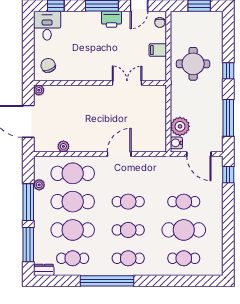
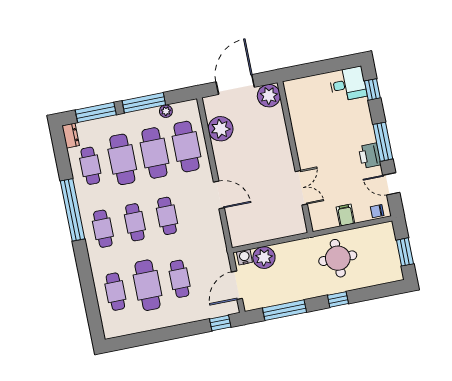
chair: (48, 65) -> (303, 94), removed
plant: (39, 90) -> (269, 96), width x1.88, depth x1.88
plant: (63, 146) -> (221, 129), width x1.87, depth x1.87

